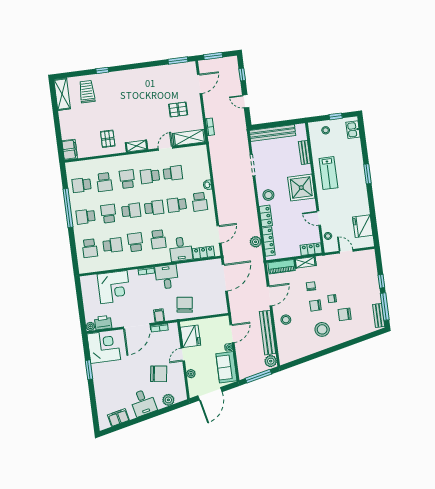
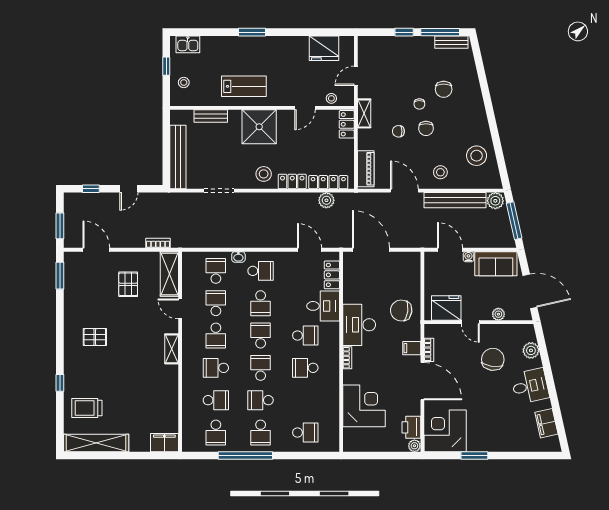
shelving: (62, 94) -> (96, 443), width x1.47
pallet: (108, 139) -> (95, 337), moved
school desk: (113, 245) -> (216, 271), moved
shelving: (305, 262) -> (364, 113), moved
desk: (167, 277) -> (359, 325), width x1.37
stool: (322, 329) -> (477, 156), moved

